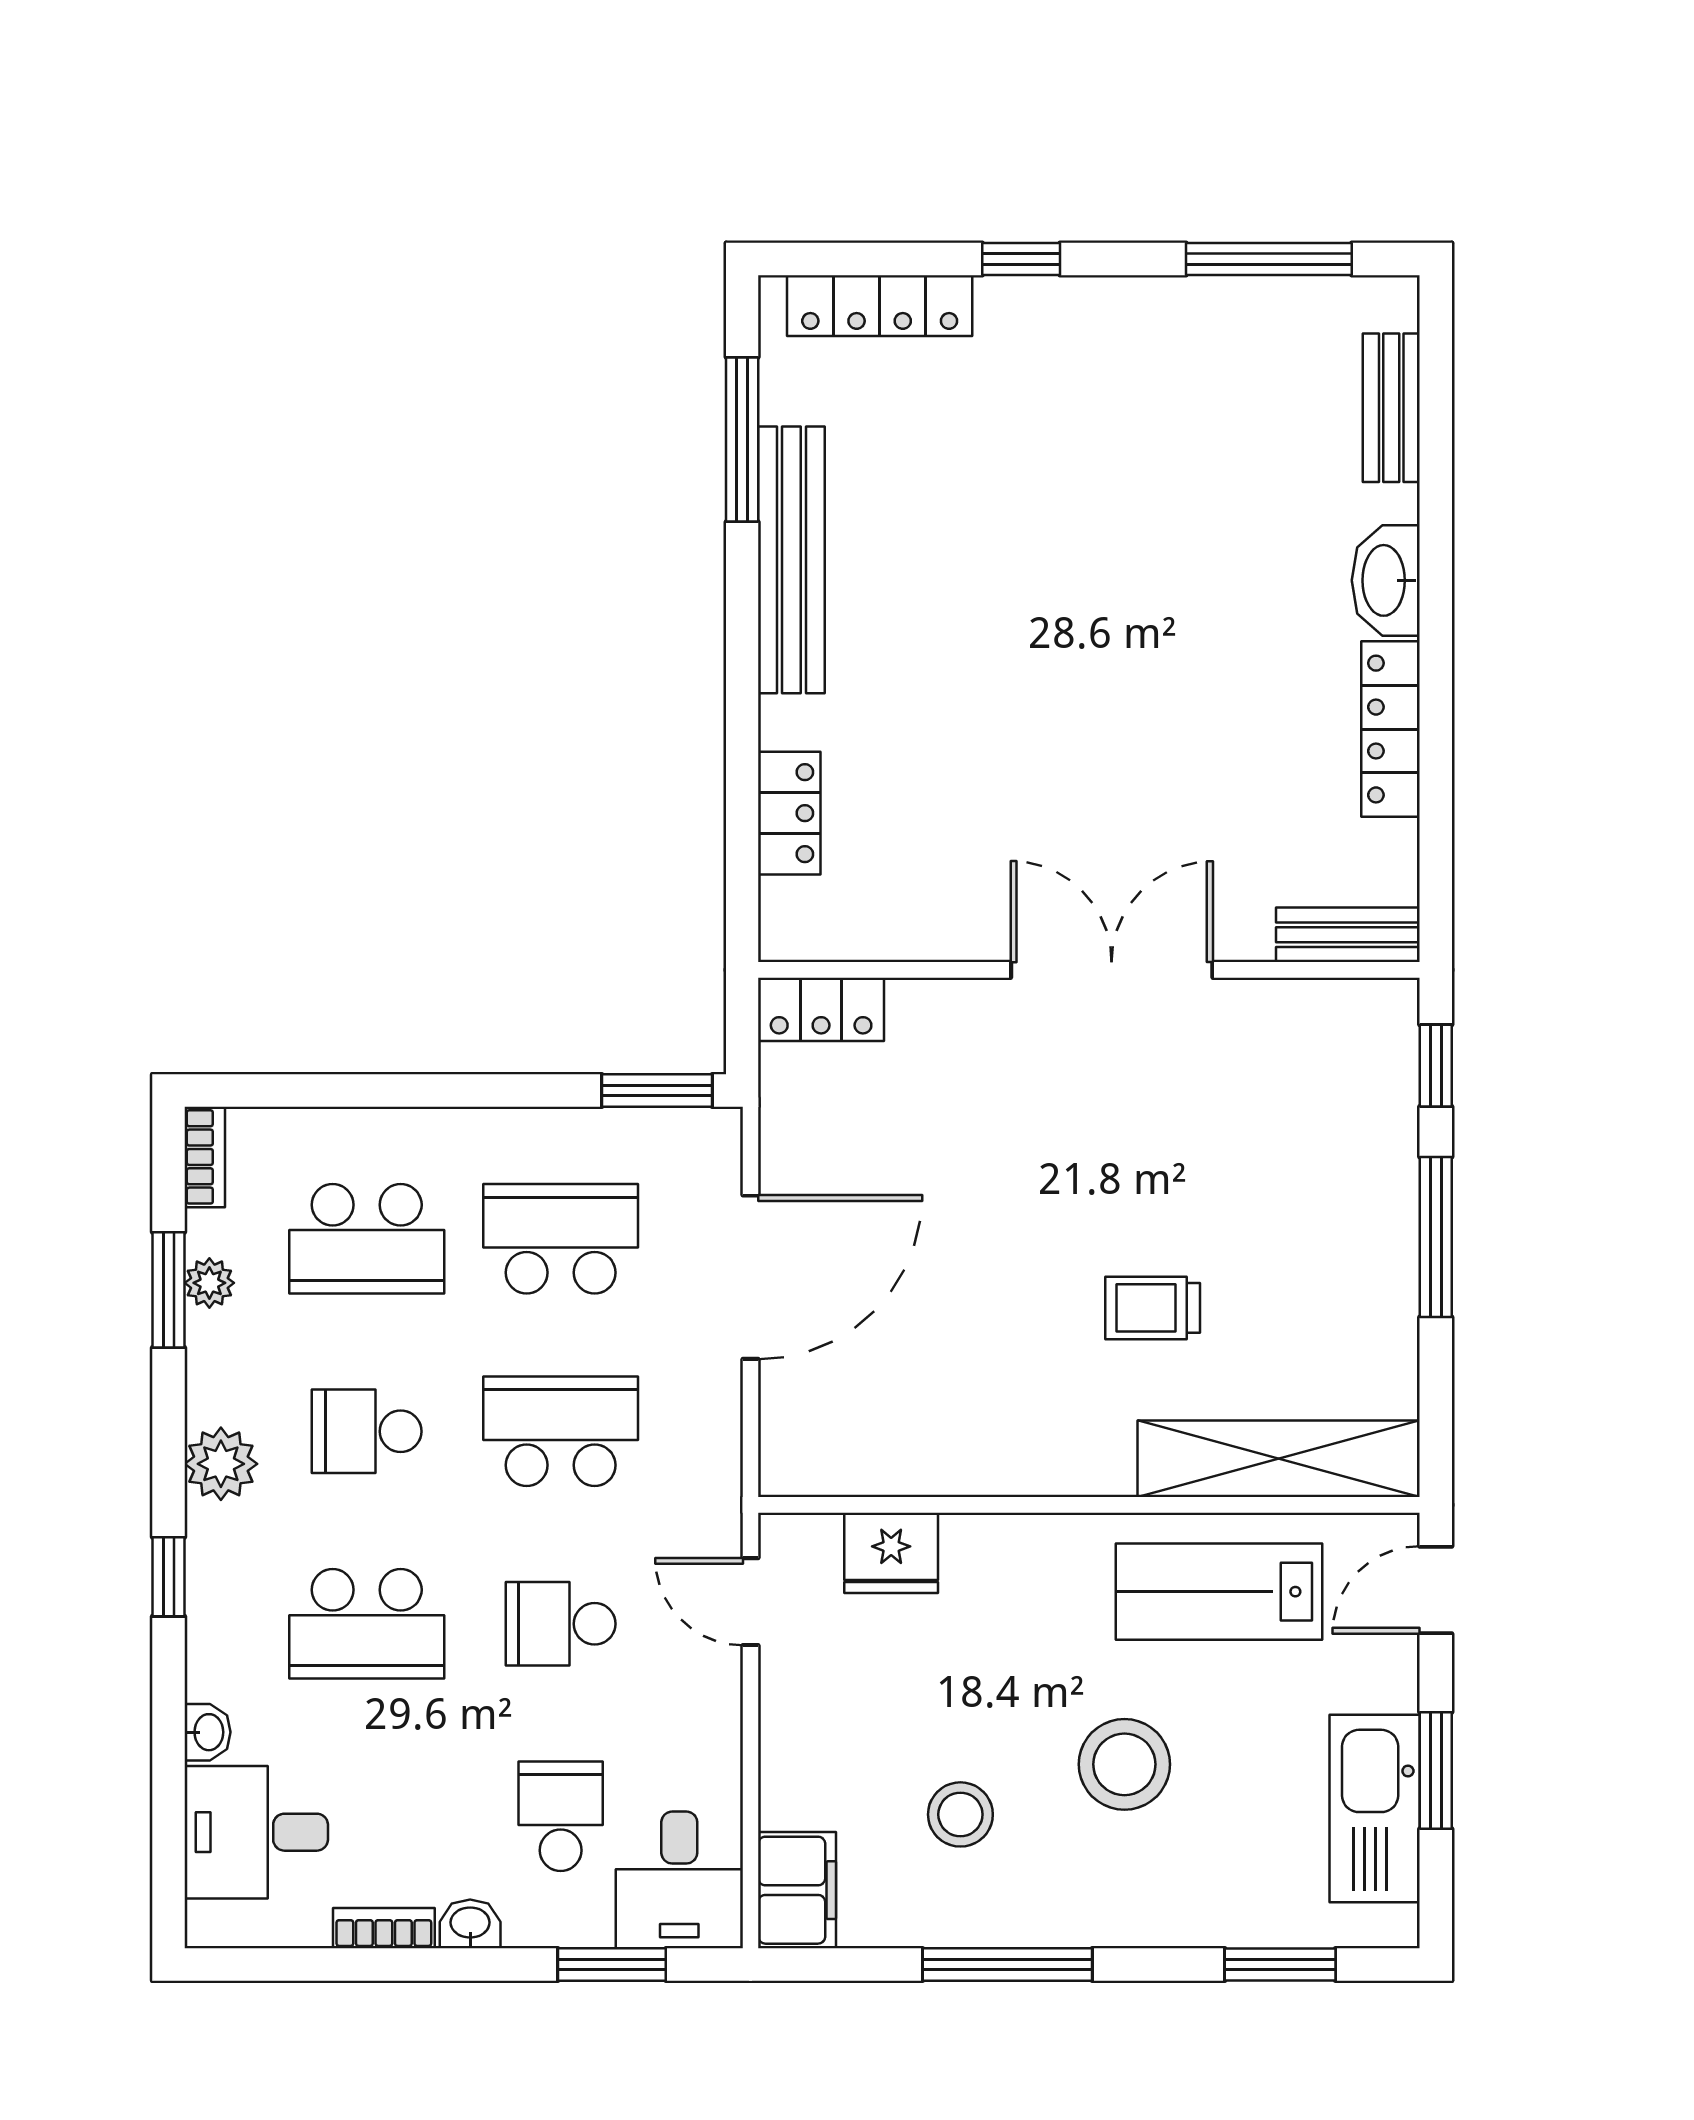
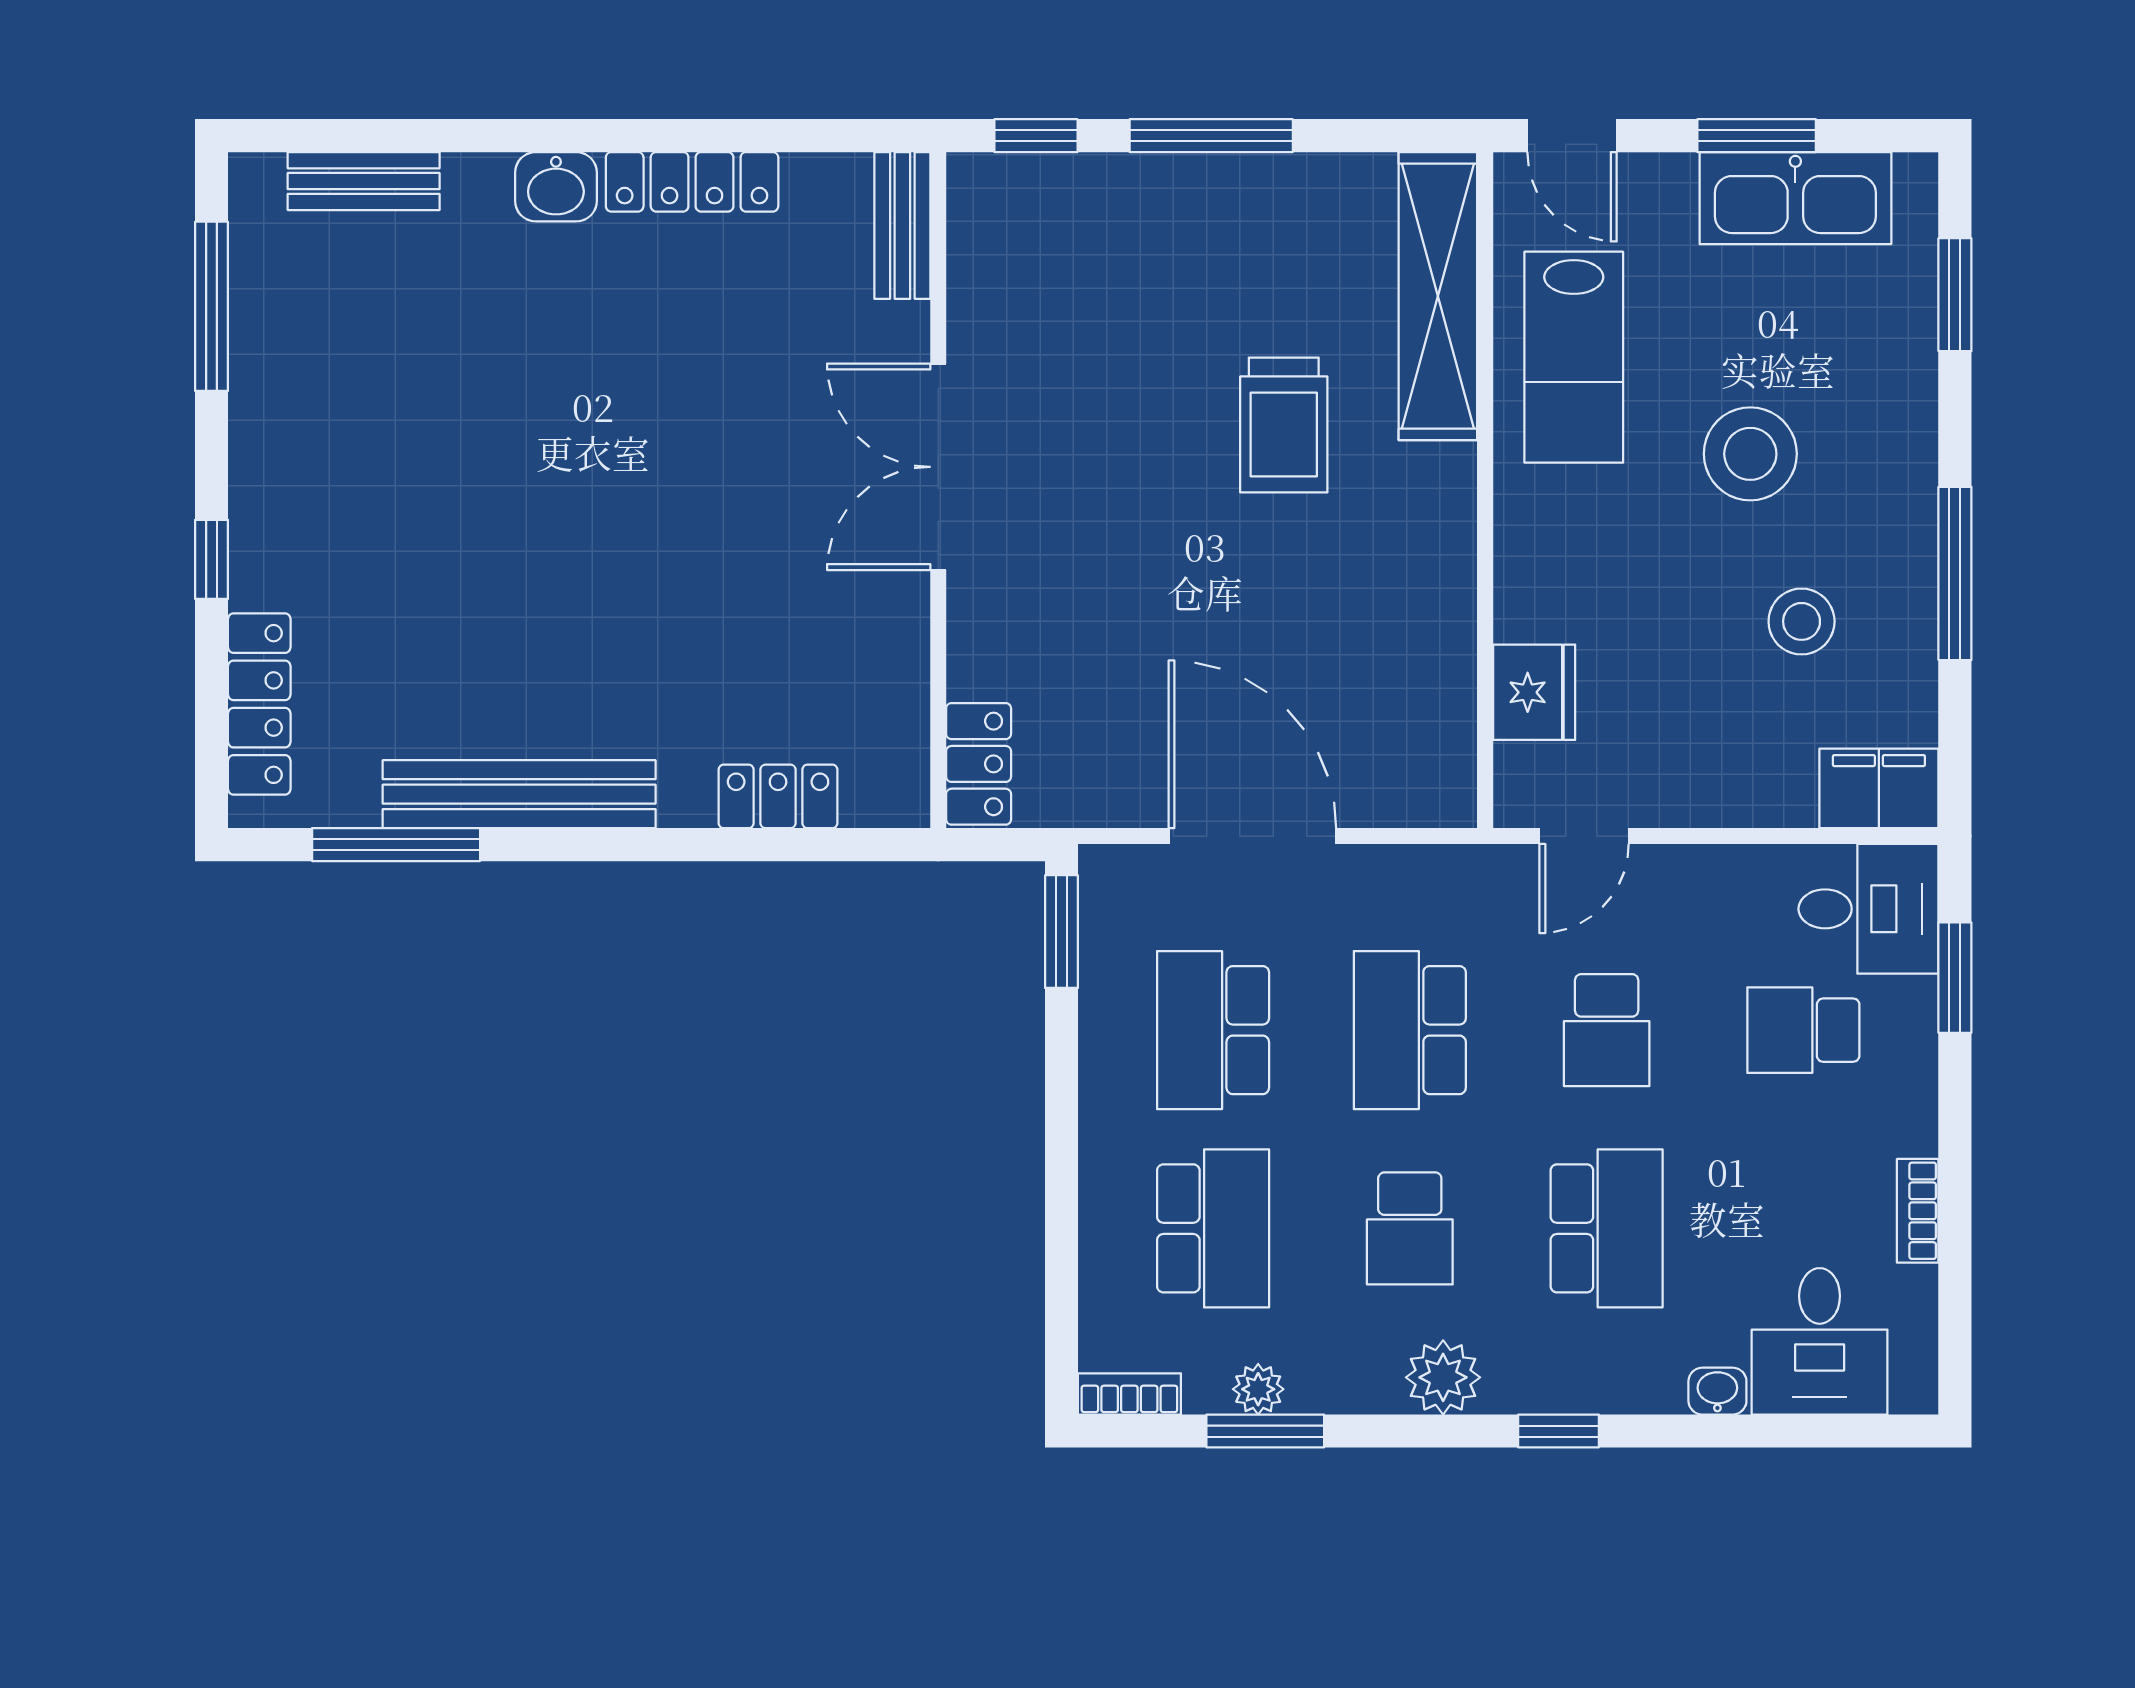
washbasin: (1386, 580) -> (556, 187), width x0.72
trolley: (1153, 1308) -> (1284, 425), width x1.36, depth x1.39
washbasin: (470, 1924) -> (1913, 1123), removed

